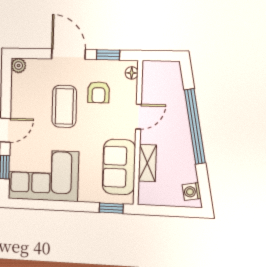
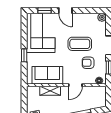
door: (138, 117) -> (75, 85), hinge flipped
window: (111, 208) -> (24, 55), moved

